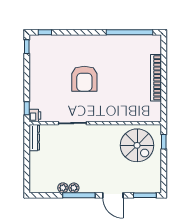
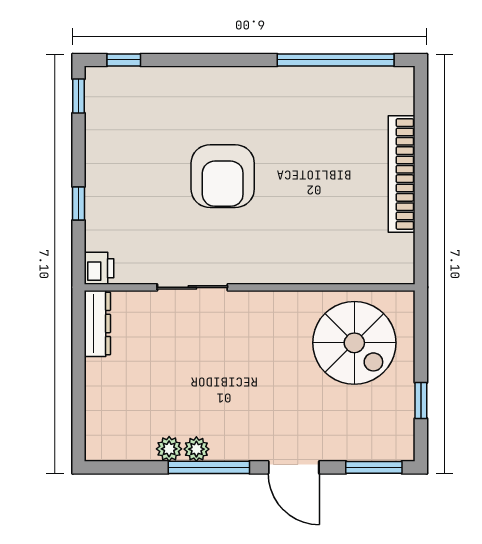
window: (27, 108) -> (78, 203), moved
window: (164, 142) -> (421, 401), moved

